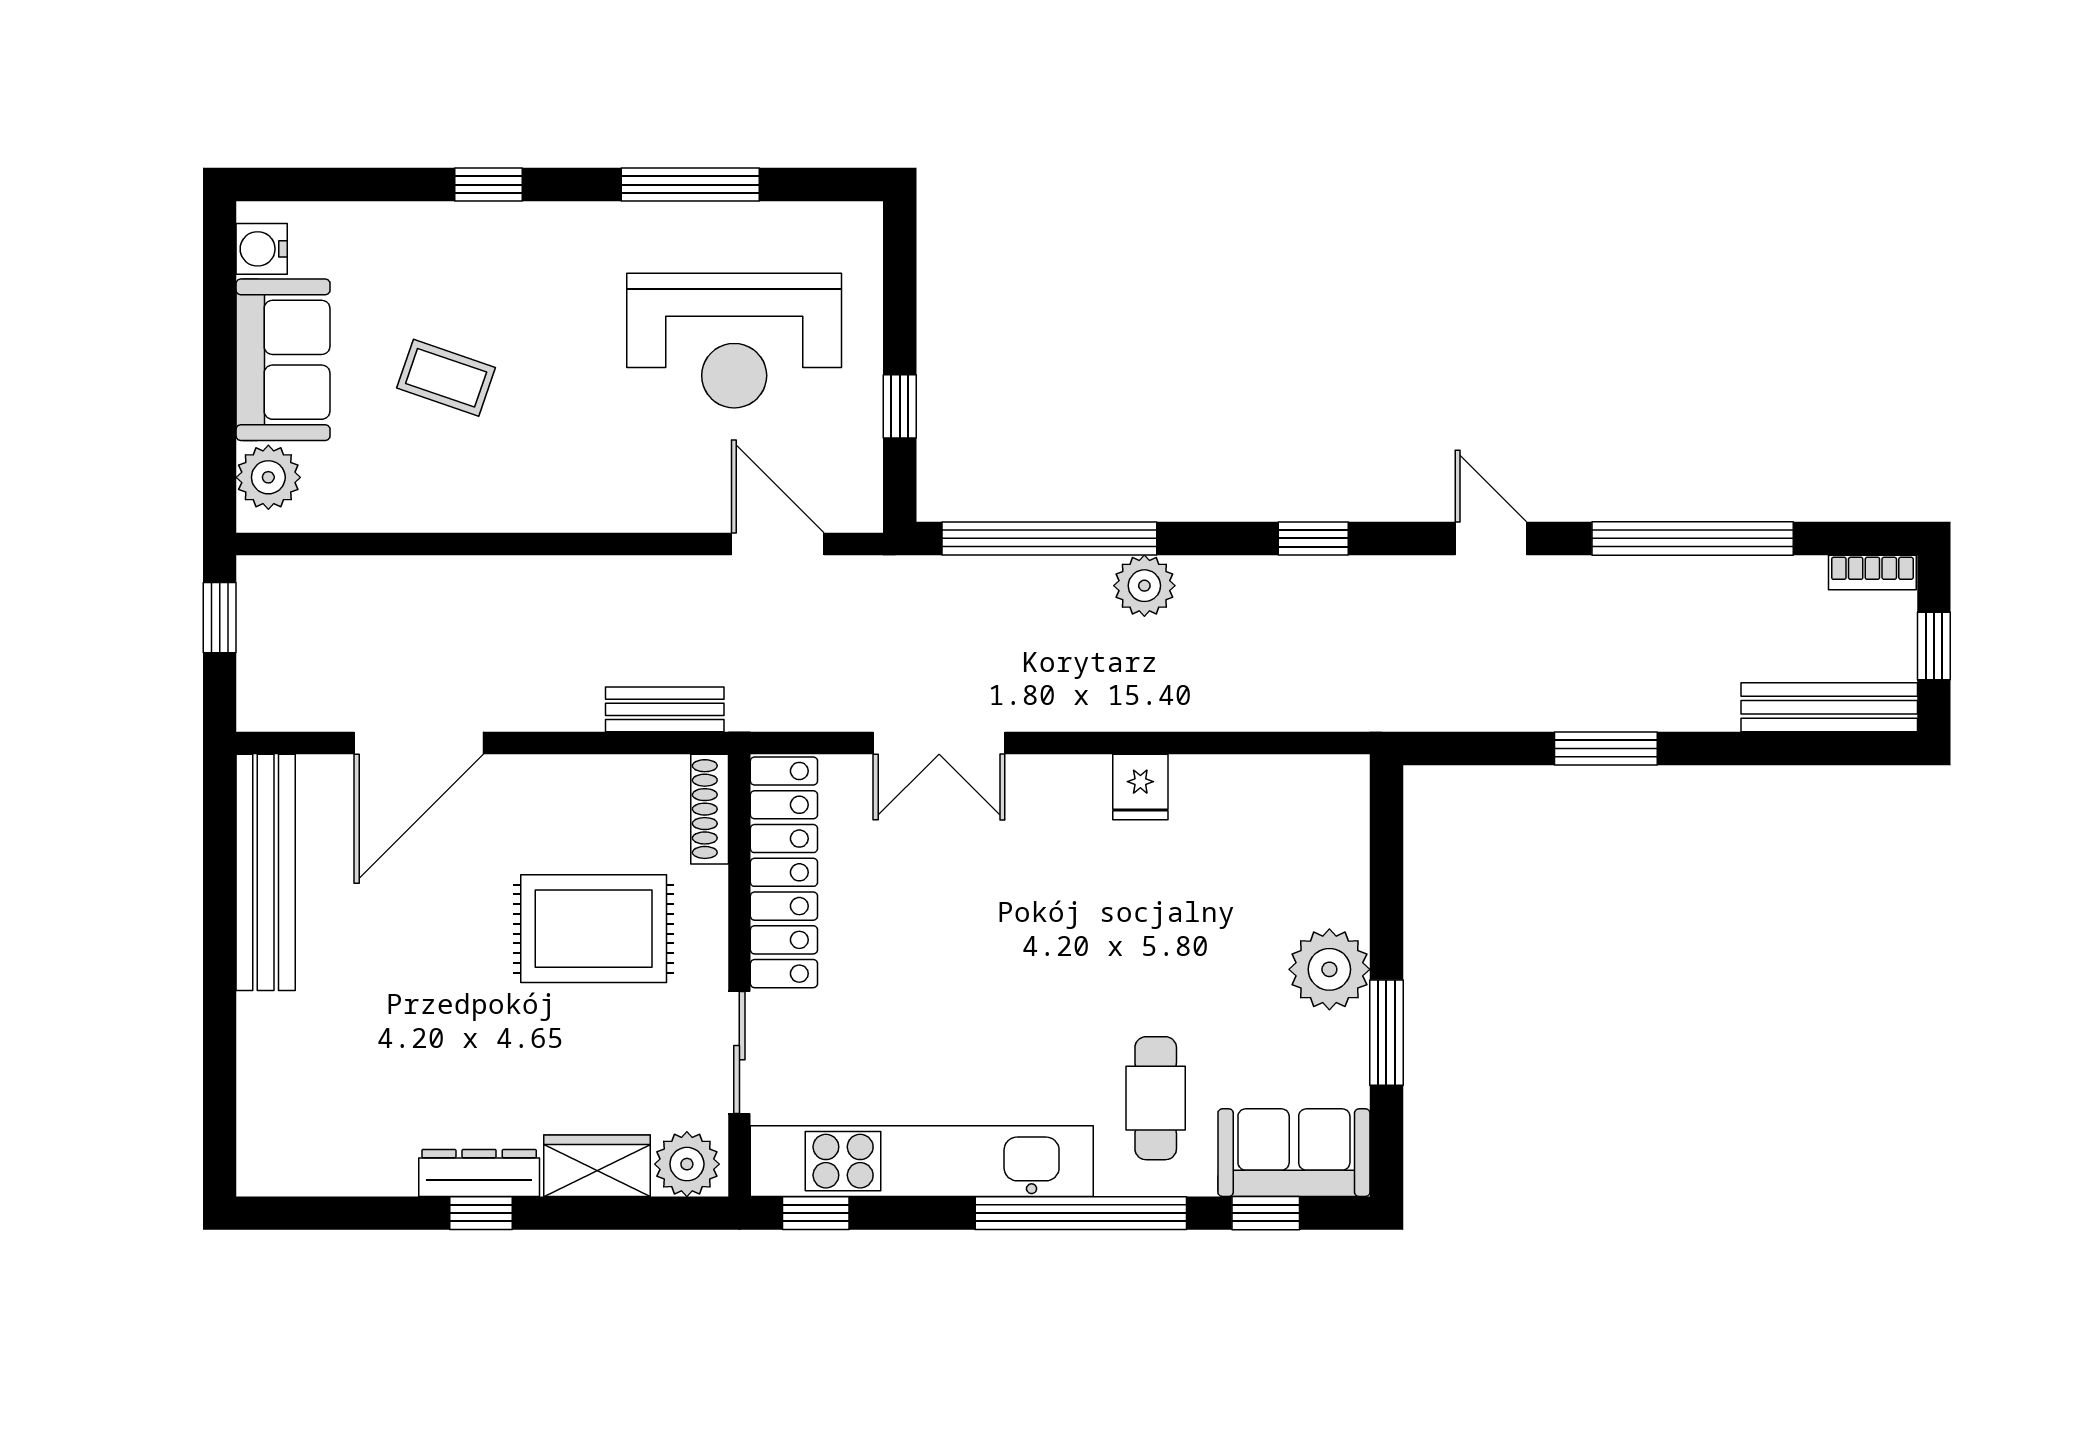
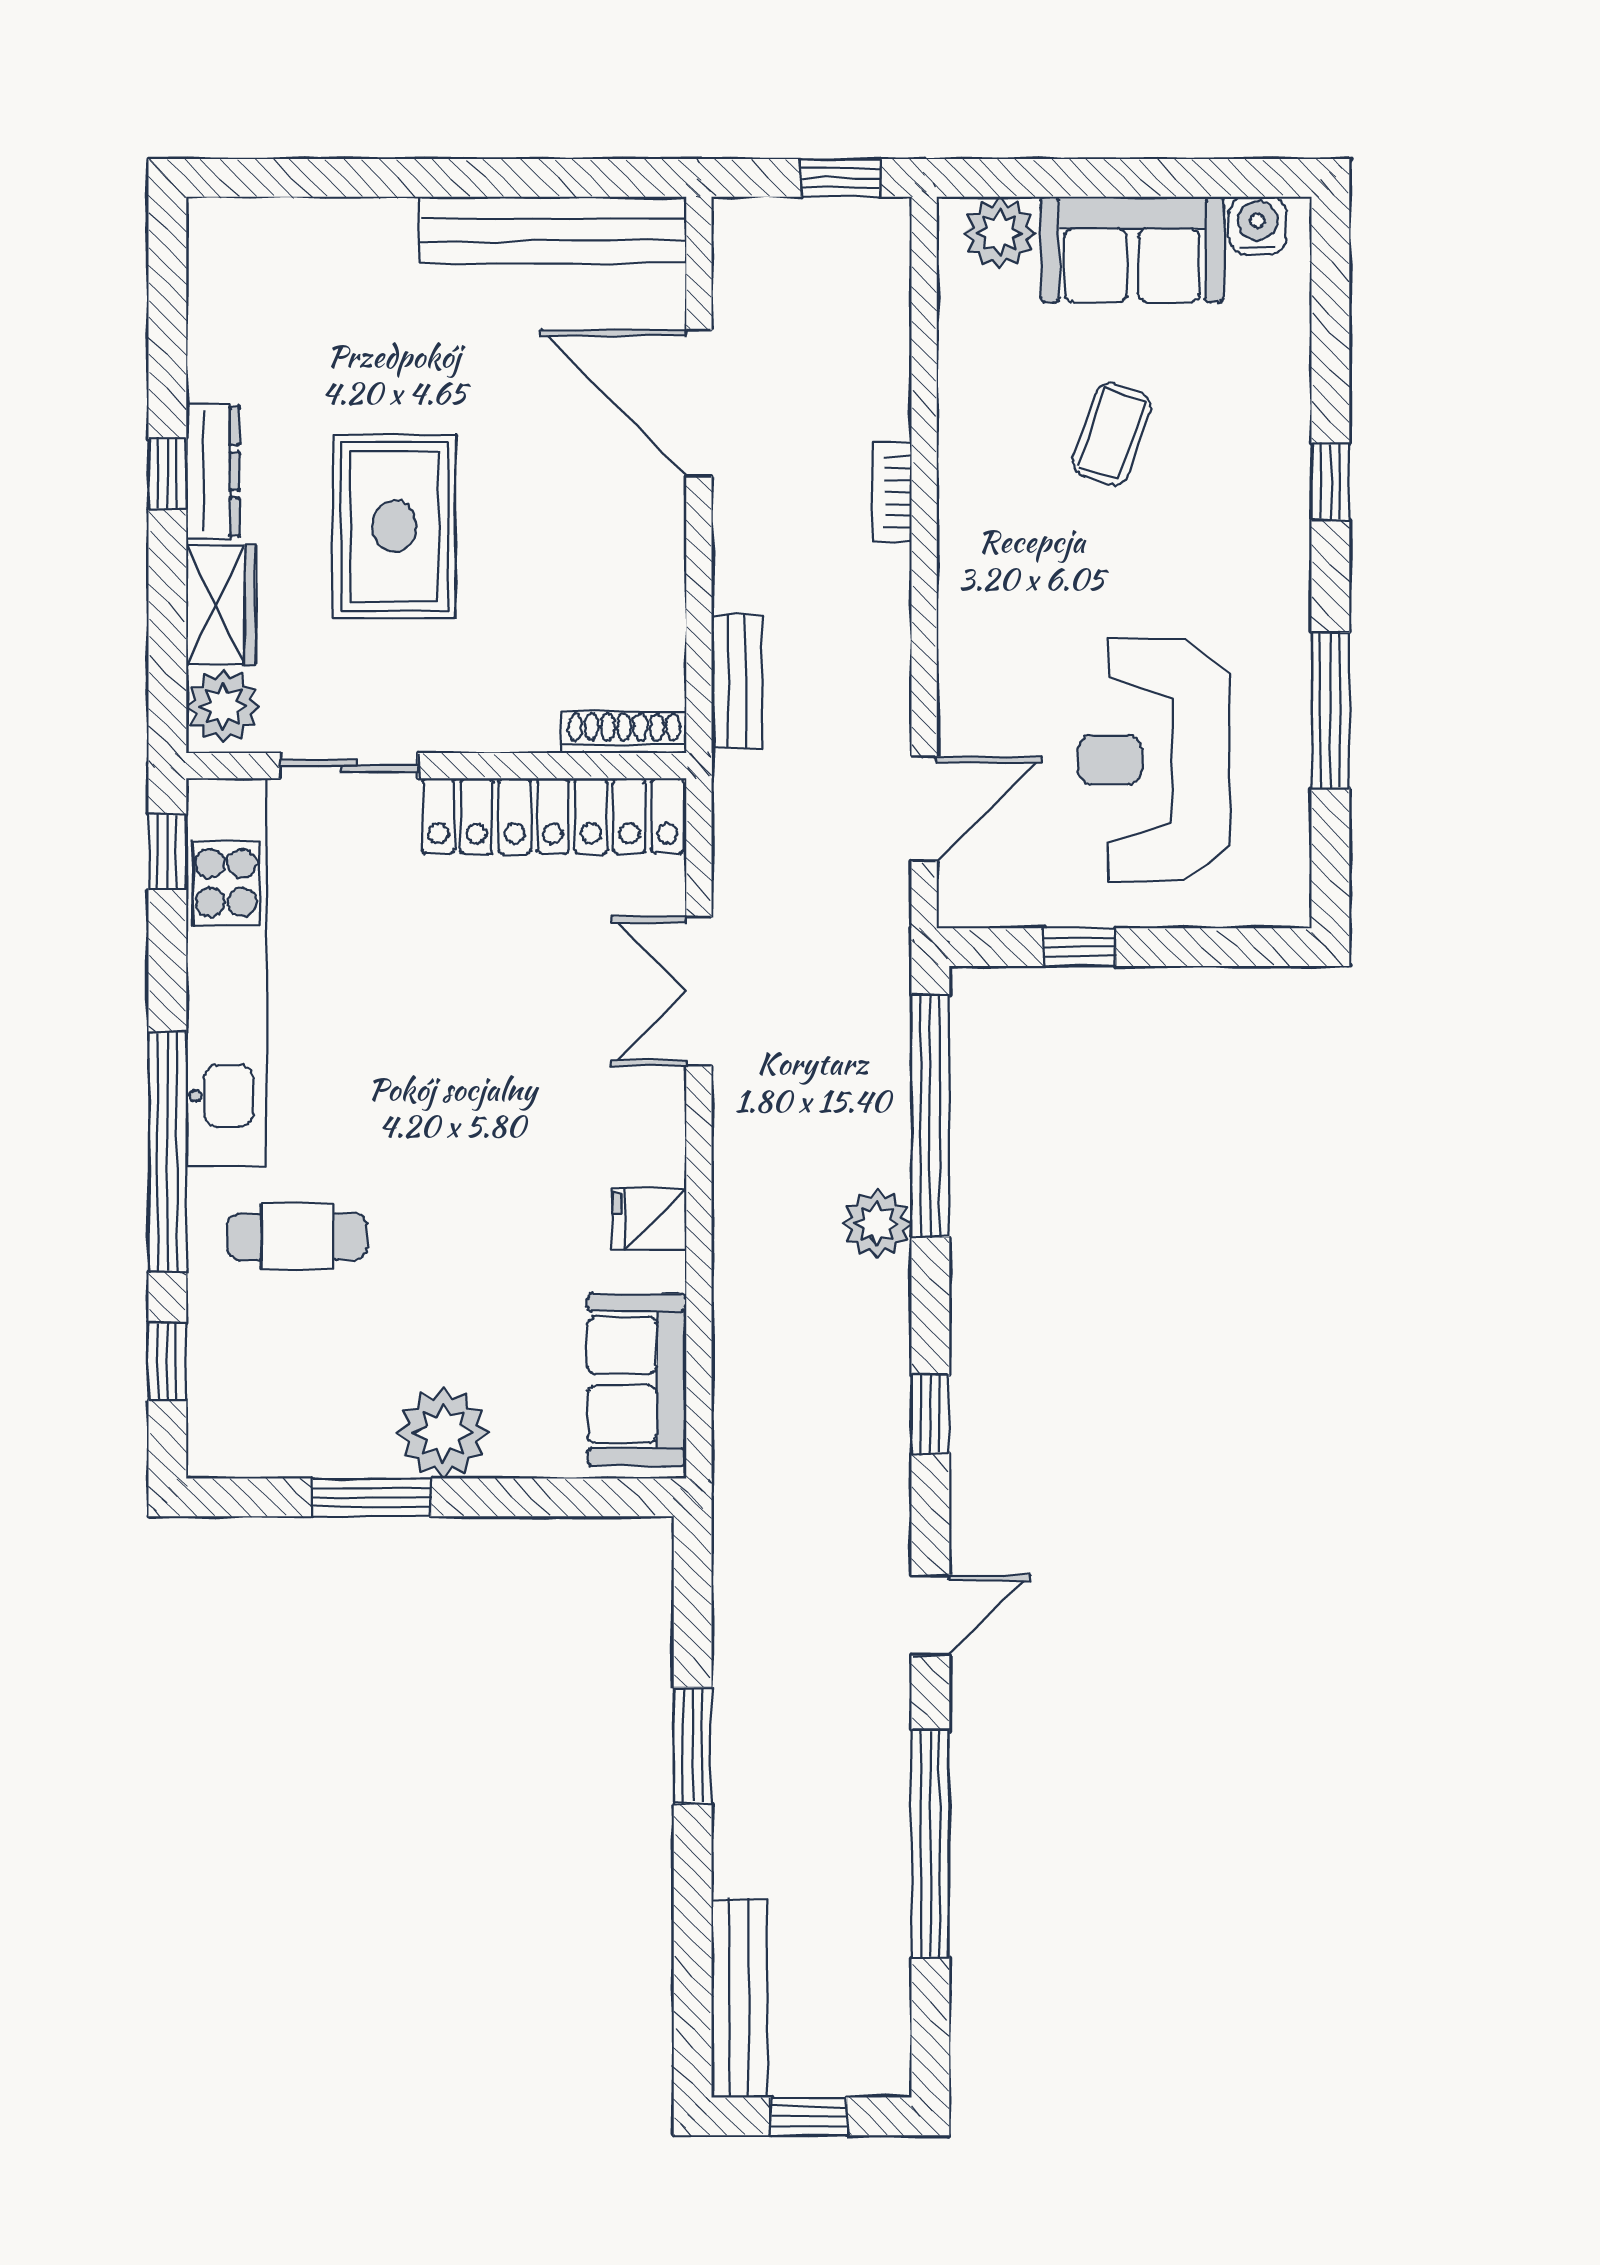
bookcase: (1872, 573) -> (892, 492), moved
rug: (594, 929) -> (394, 526), moved
sofa: (1294, 1153) -> (637, 1380), moved, turned 180

